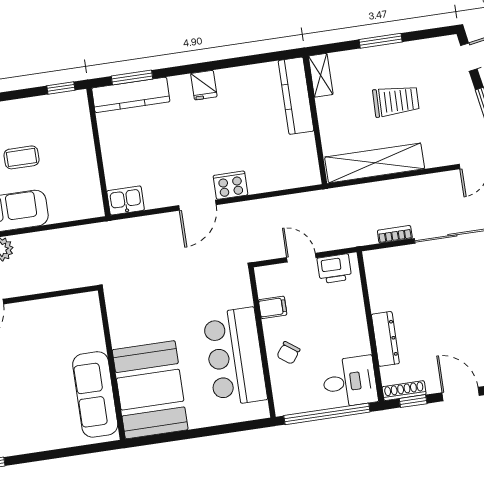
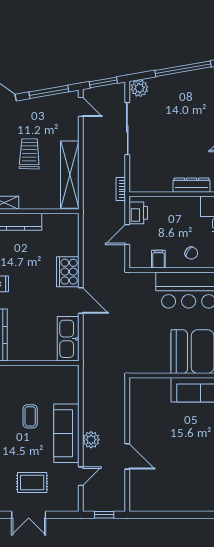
cooker: (231, 185) -> (68, 272), width x1.37, depth x1.31
kitchen sink: (126, 200) -> (68, 339), width x1.87, depth x1.24
bookcase: (395, 234) -> (121, 189), moved

